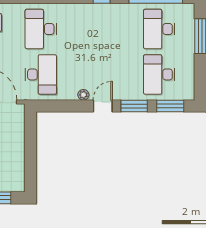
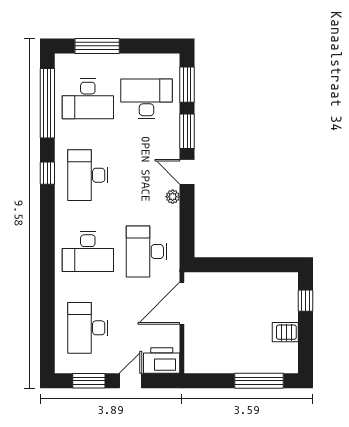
desk: (100, 29) -> (88, 175), added
desk: (41, 74) -> (146, 252), turned -90
desk: (159, 74) -> (146, 99), turned 180

